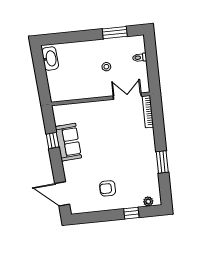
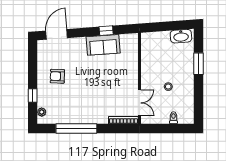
window: (115, 33) -> (199, 64), moved
window: (162, 162) -> (76, 128), width x2.11
armchair: (108, 188) -> (57, 76), turned -88

